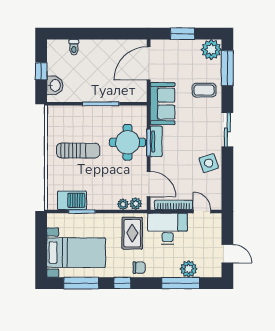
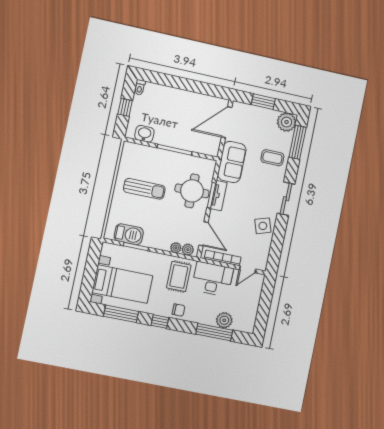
toilet: (74, 47) -> (140, 87), moved
washbasin: (55, 85) -> (144, 134), moved, turned -90
door: (202, 211) -> (248, 269), swing flipped
door: (227, 254) -> (263, 313), removed

